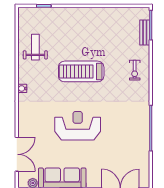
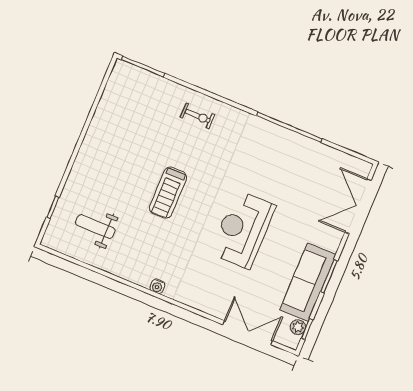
bench: (145, 33) -> (150, 80), removed
weight bench: (35, 47) -> (95, 227), moved
treadmill: (81, 71) -> (168, 193), width x0.73, depth x0.73

